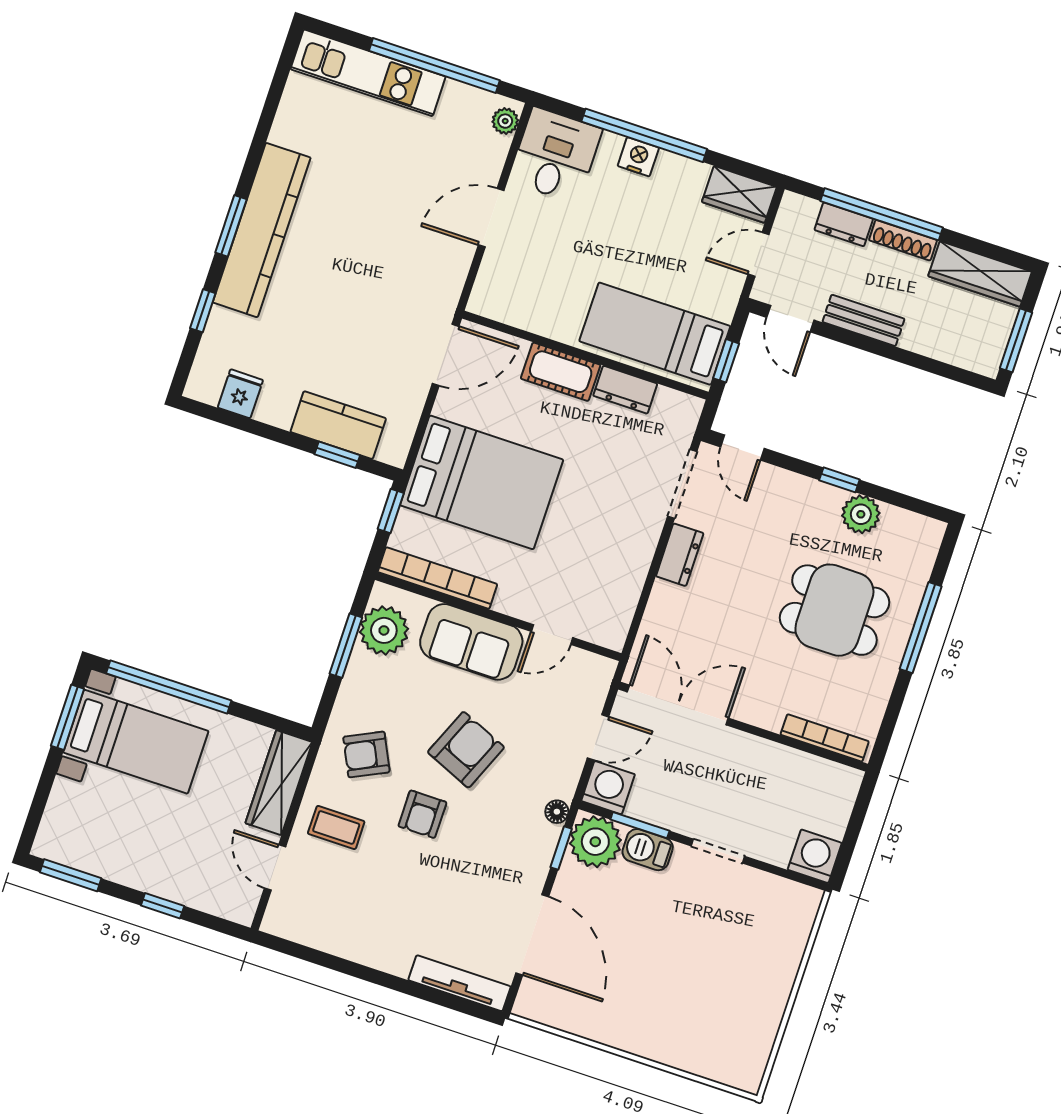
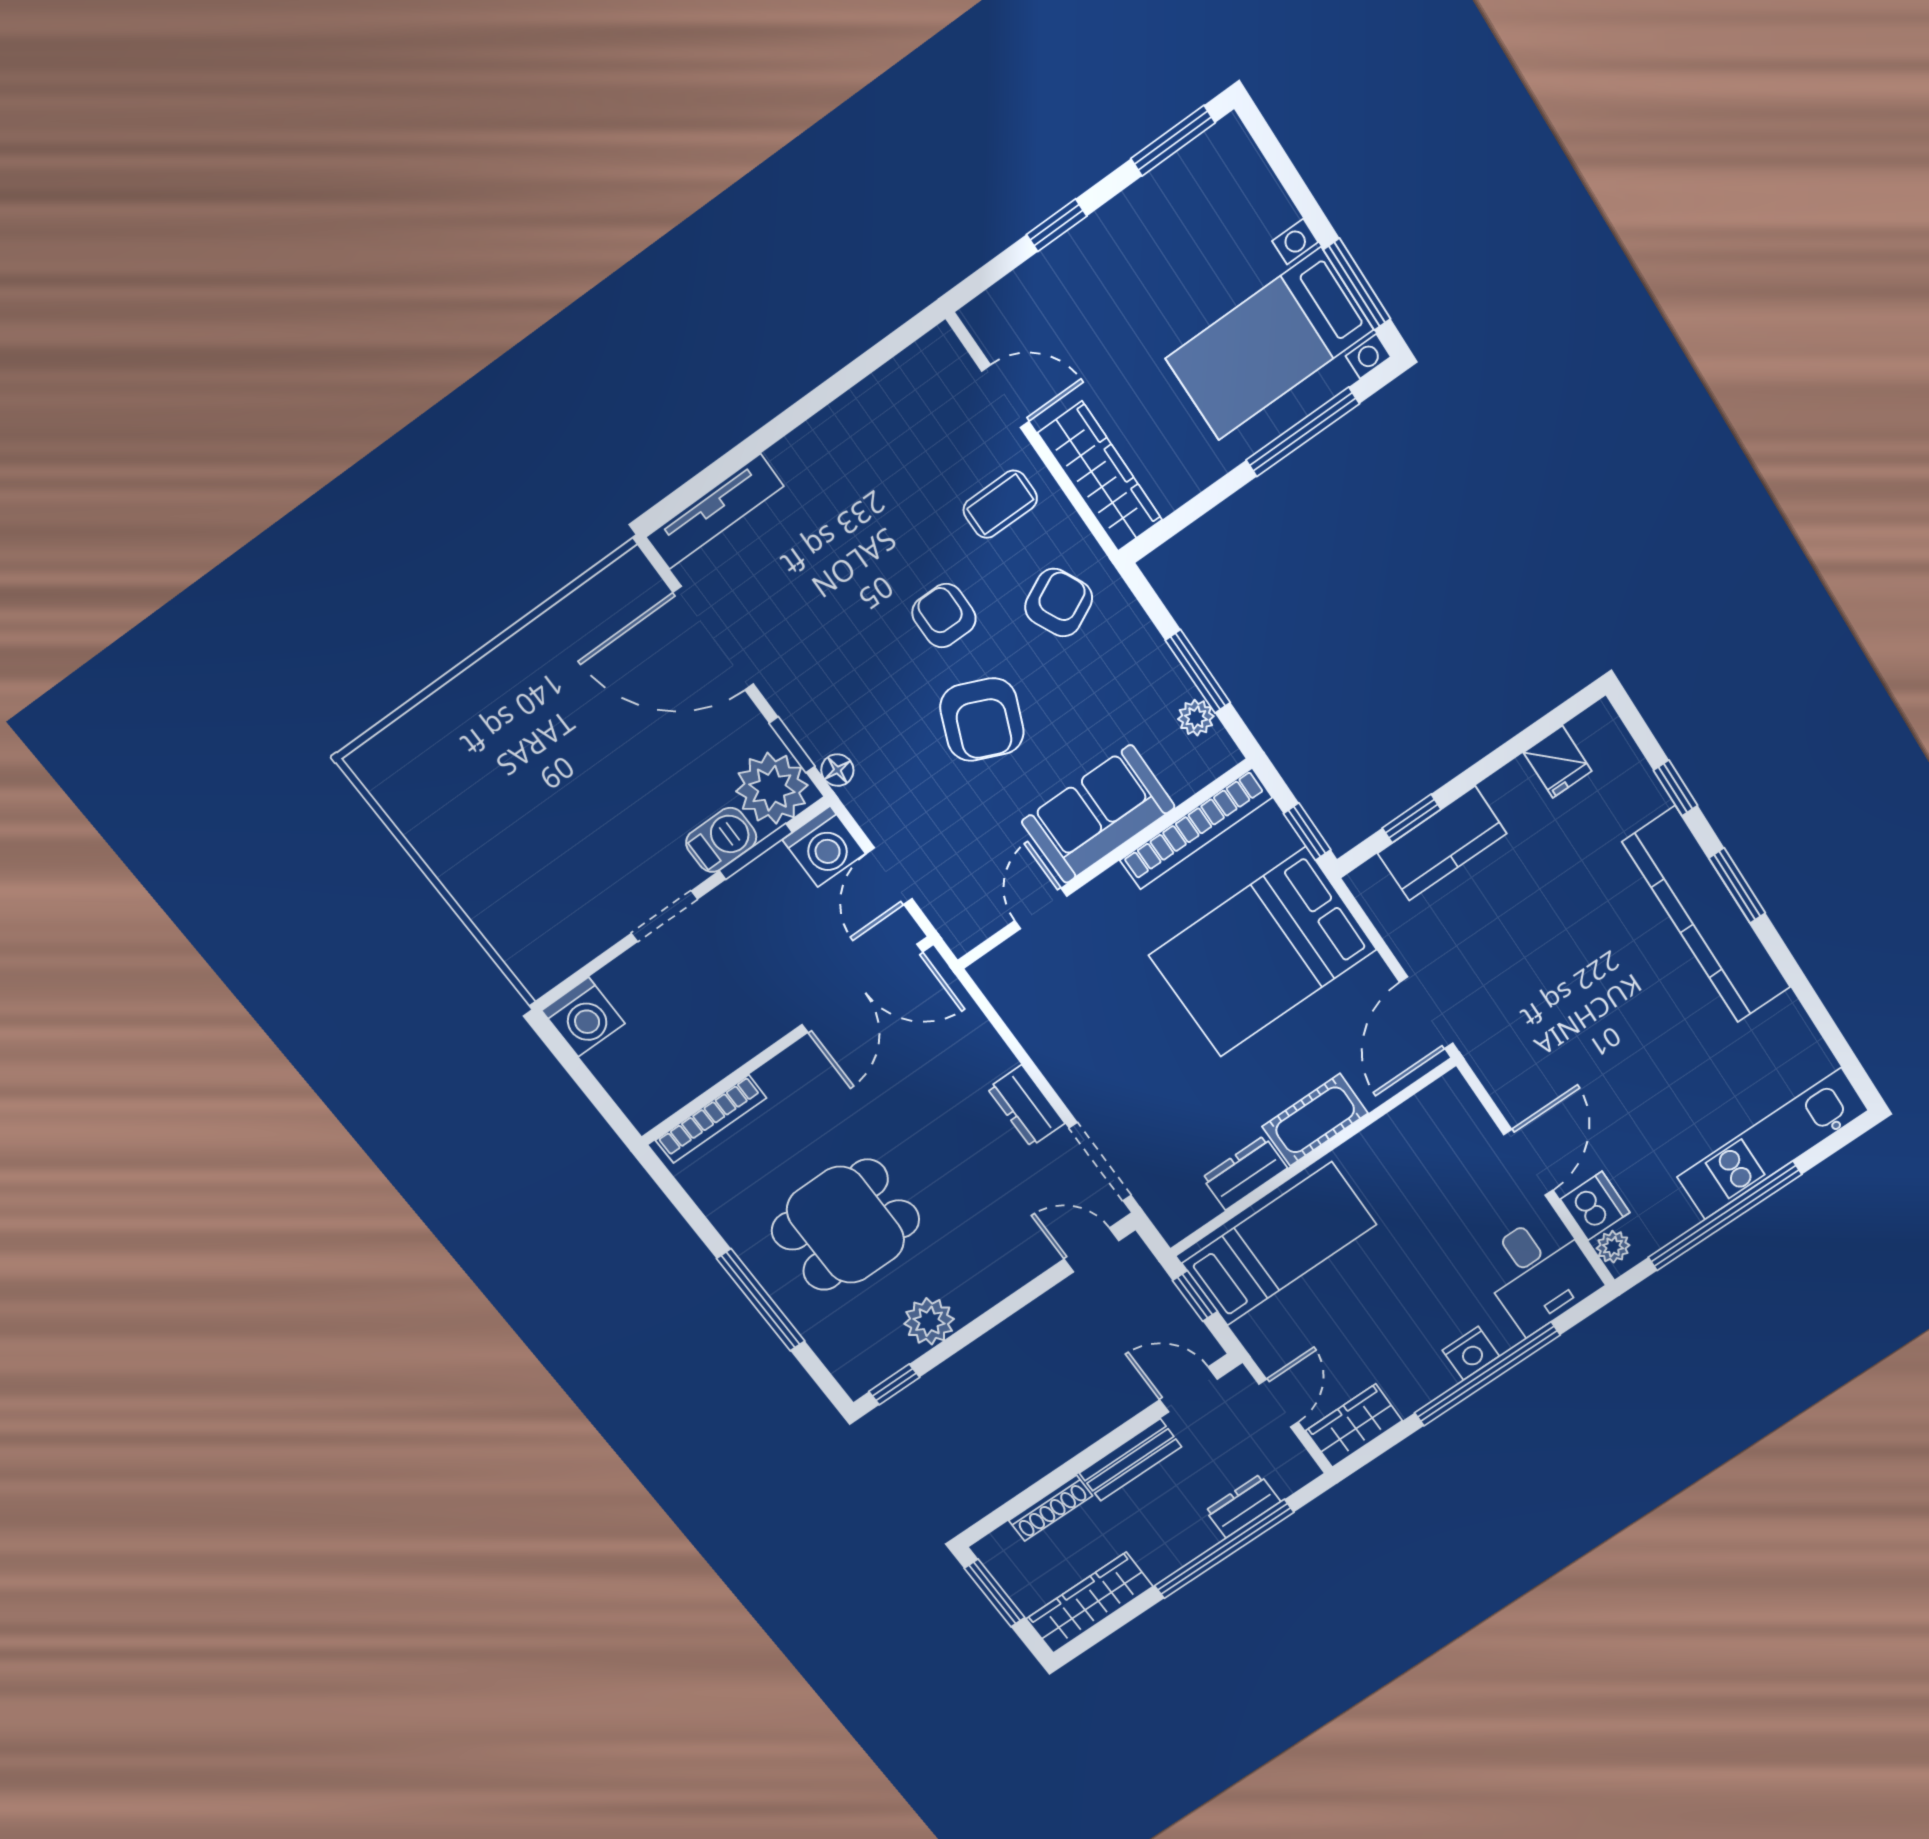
dishwasher: (488, 154) -> (1595, 1206), added
shoe rack: (903, 240) -> (1051, 1508), moved, turned 180
window: (839, 480) -> (894, 1384), moved
plant: (384, 630) -> (1196, 718), width x0.53, depth x0.53
window: (169, 687) -> (1303, 432), width x0.68

